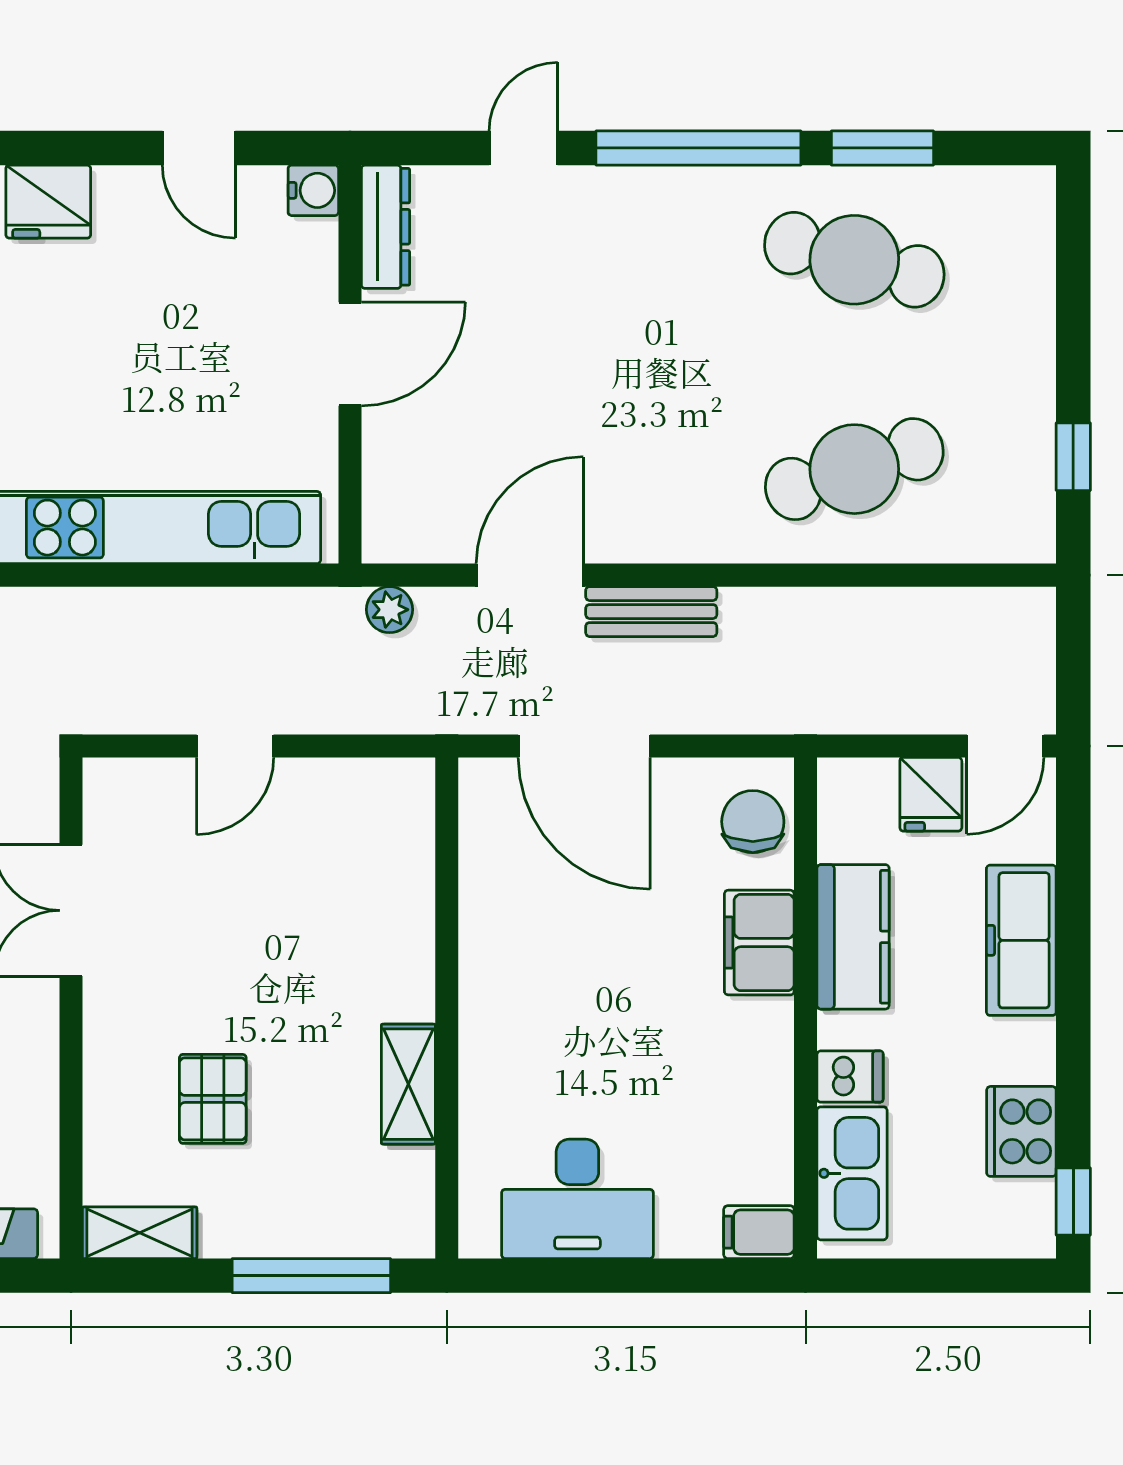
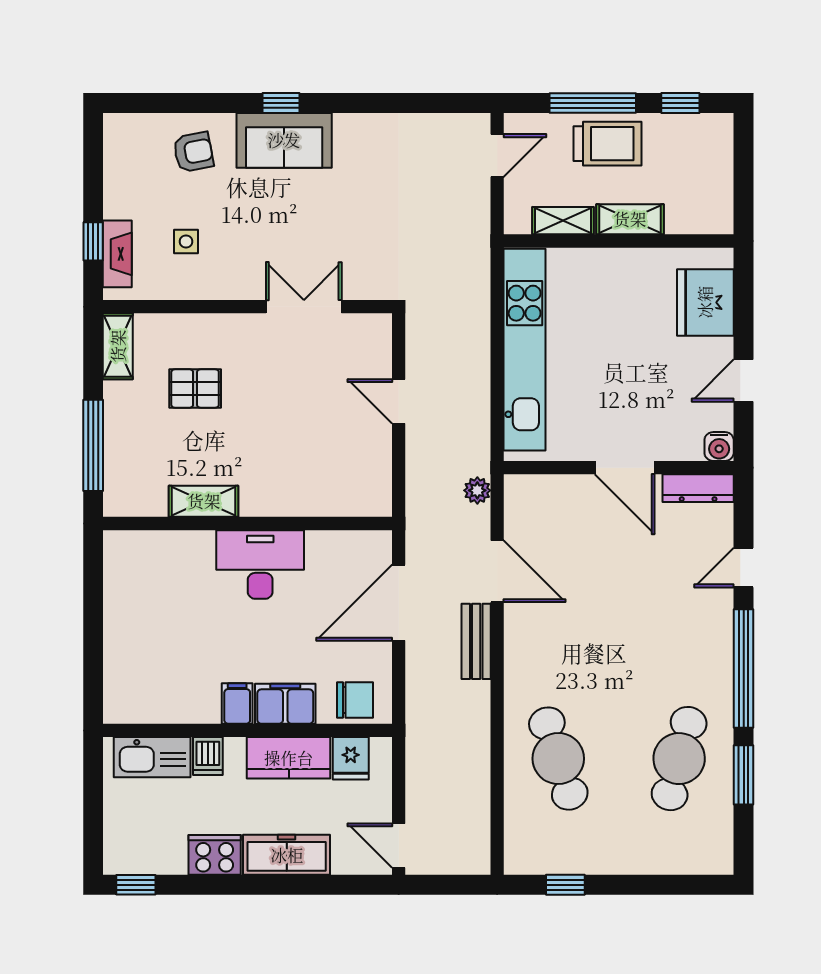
door: (523, 148) -> (744, 568), swing flipped
fridge: (48, 202) -> (705, 302), width x1.36, depth x1.34
fridge: (931, 794) -> (351, 758), moved, turned -90
cooker: (1021, 1131) -> (215, 855), moved
desk: (577, 1199) -> (260, 564), moved, turned 90
filing cabinet: (759, 1232) -> (237, 704), moved

